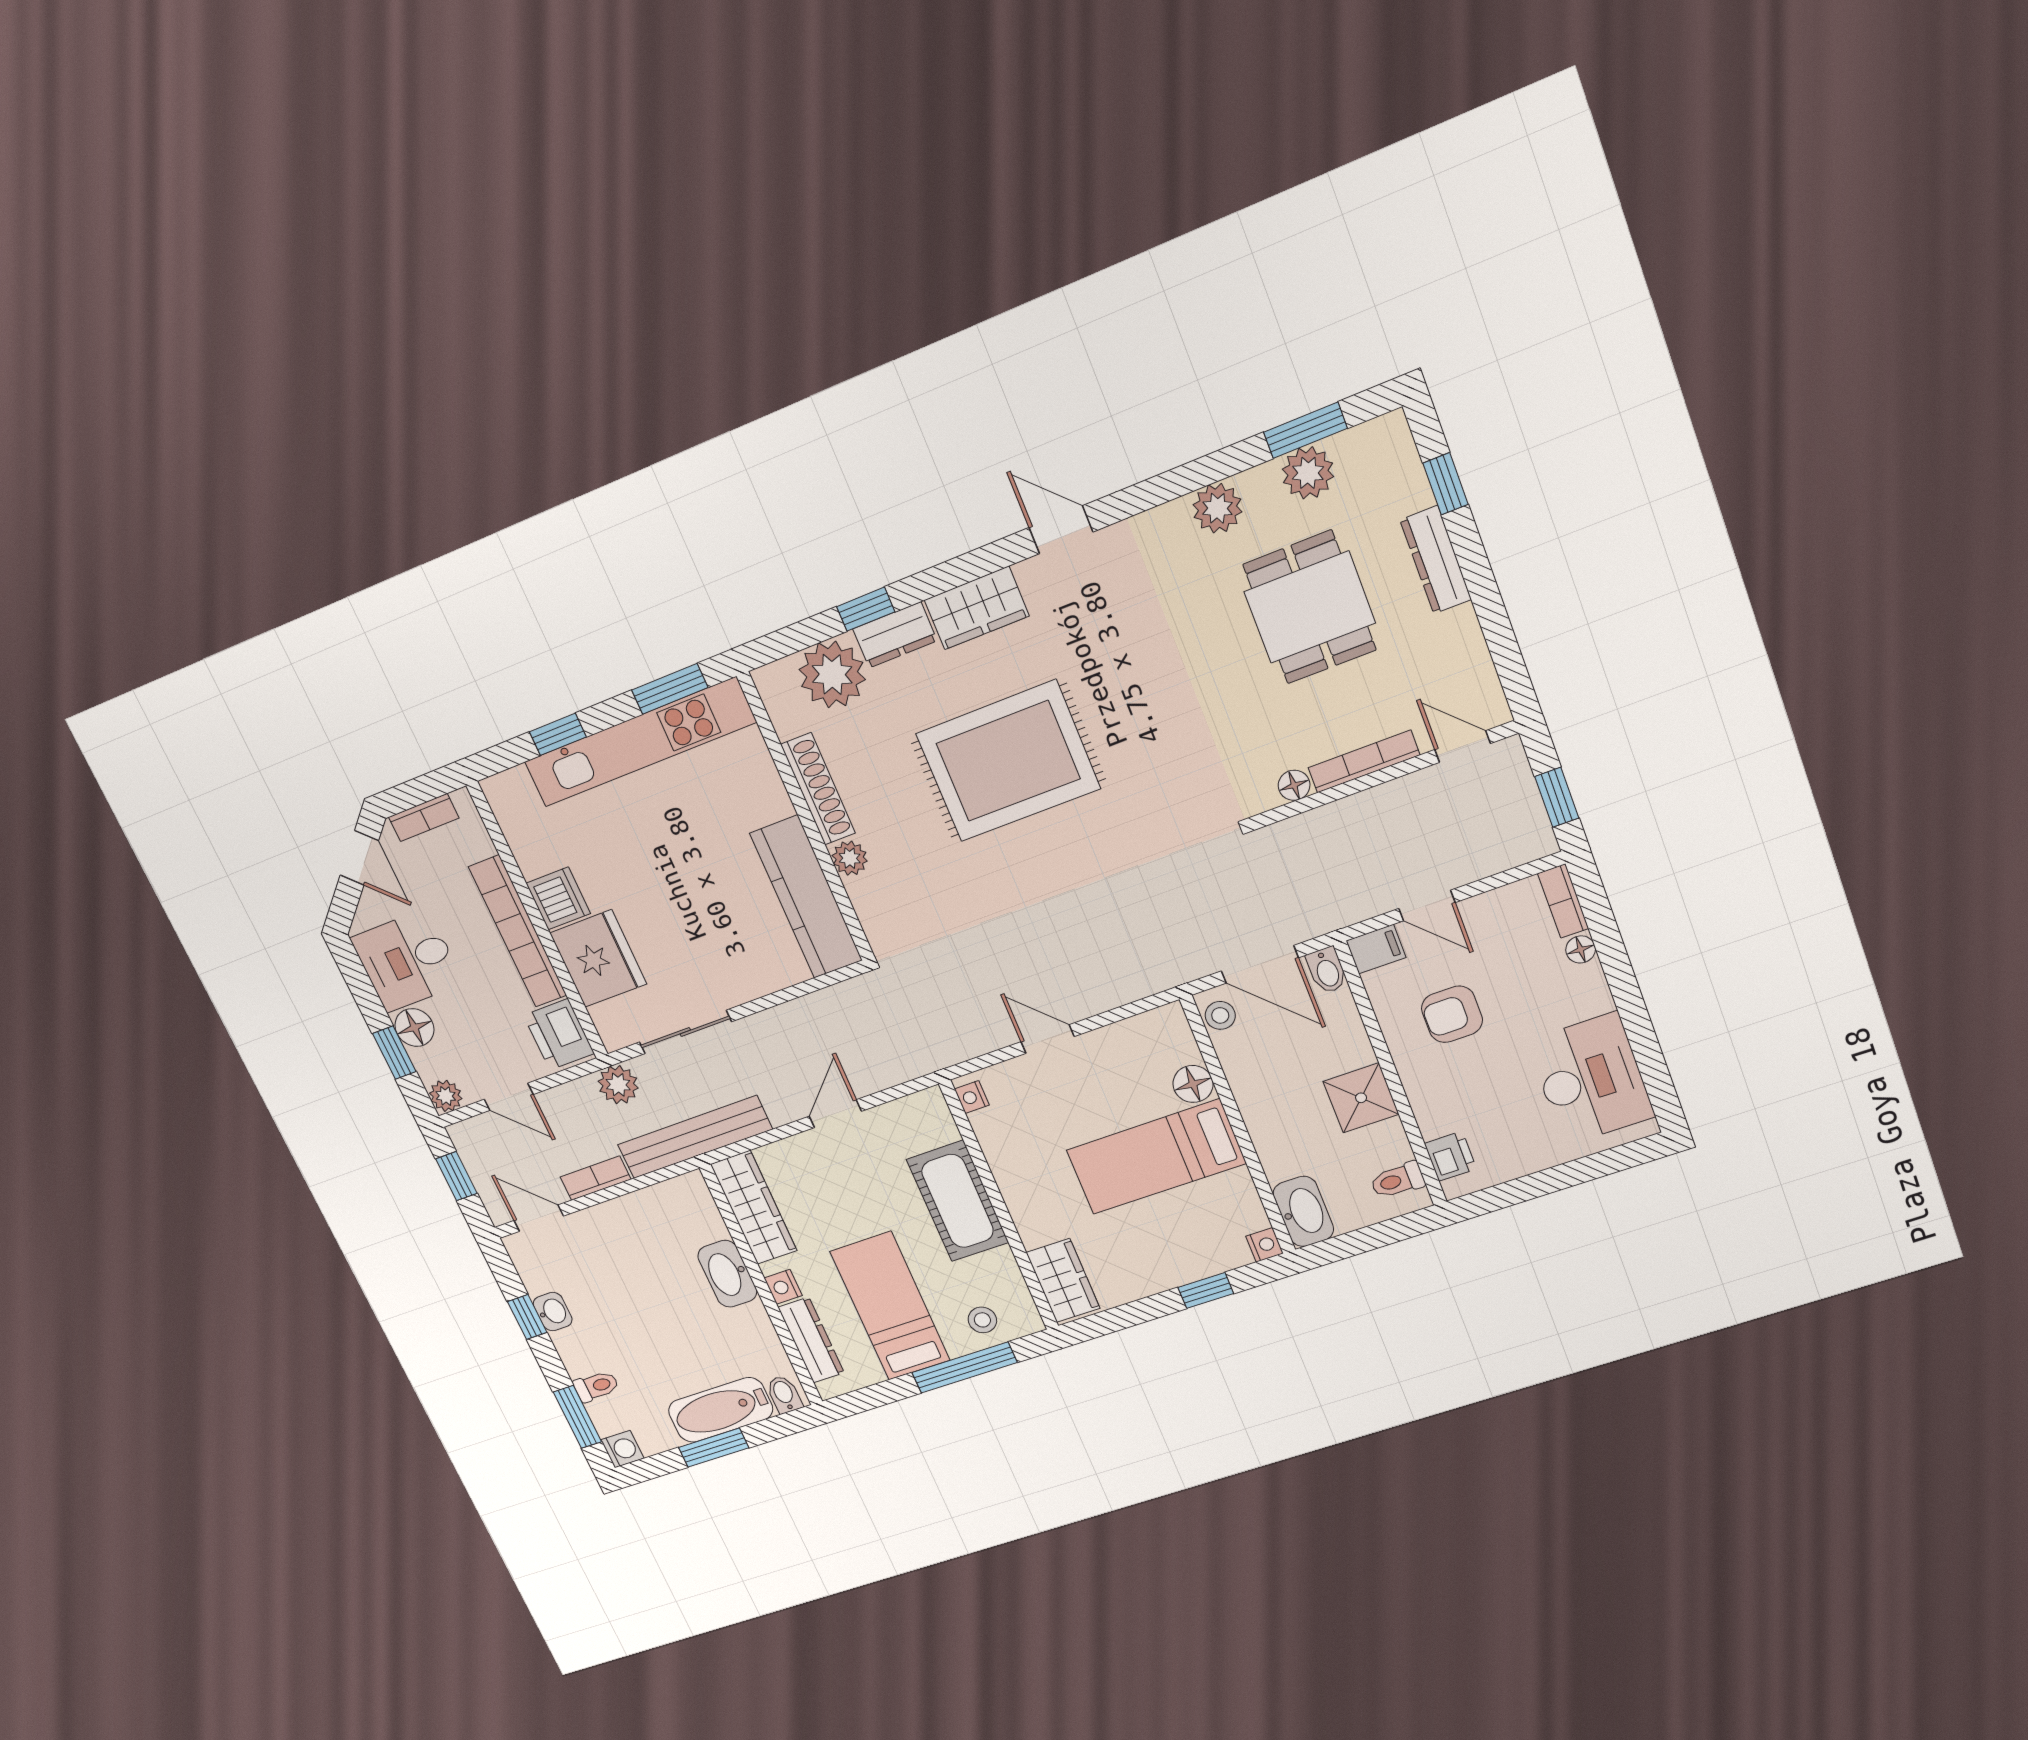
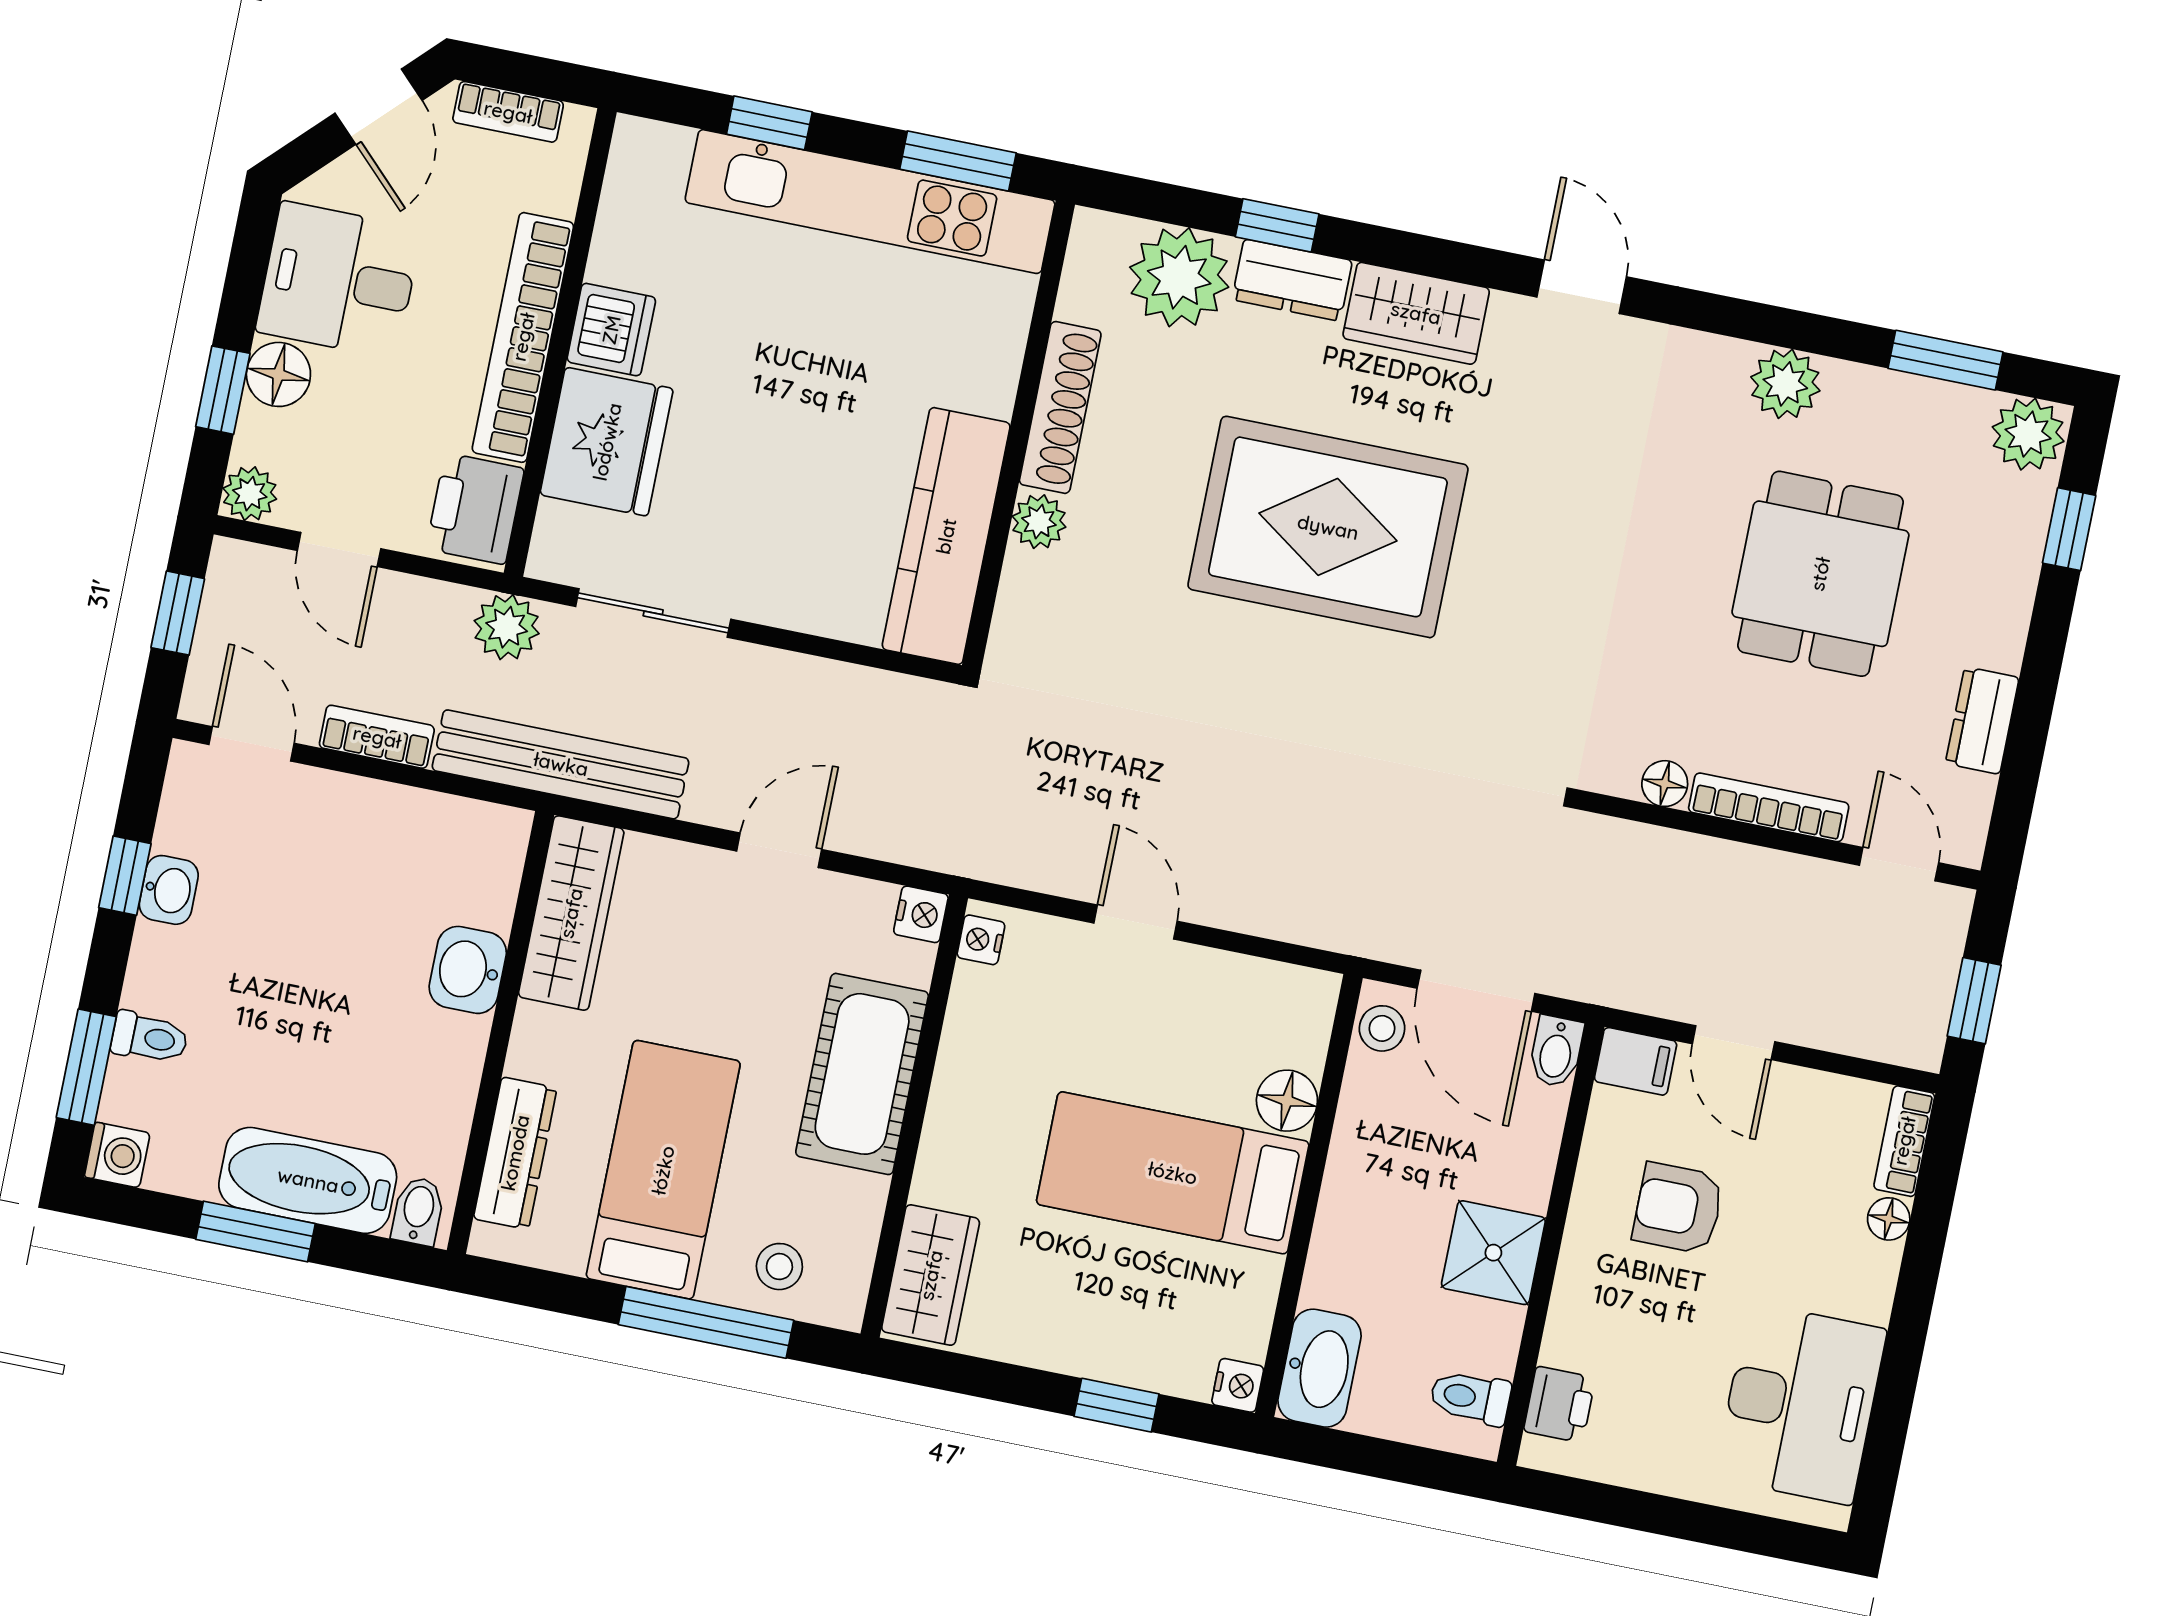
plant: (1308, 473) -> (2028, 434), moved
dresser: (1436, 560) -> (1982, 720), moved, width x0.70
washbasin: (727, 1274) -> (468, 970), width x0.72
nightstand: (783, 1287) -> (921, 914), moved, turned 180

